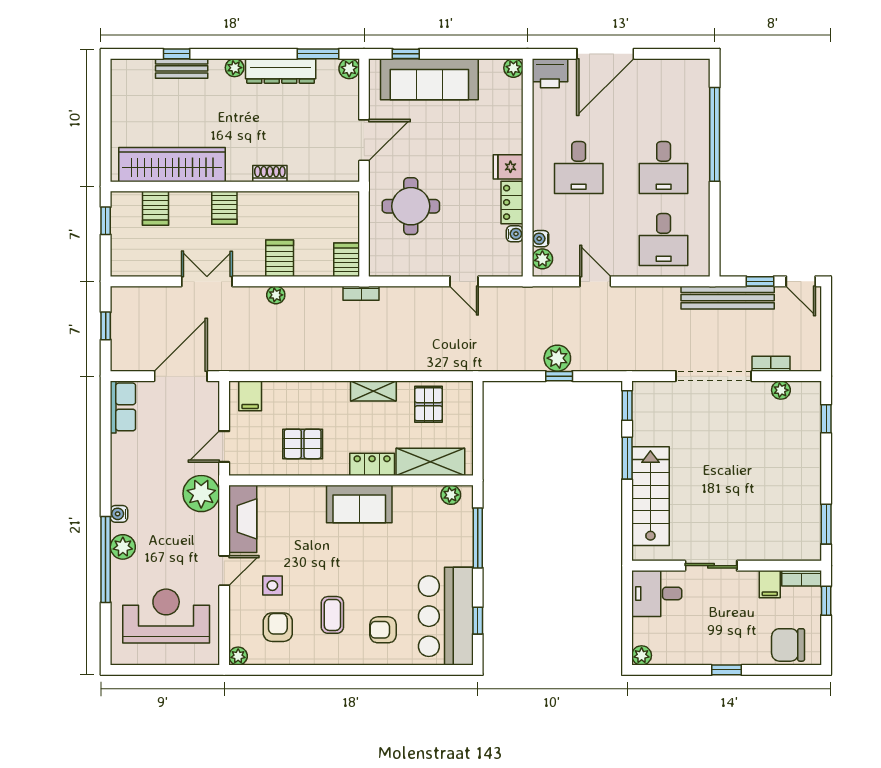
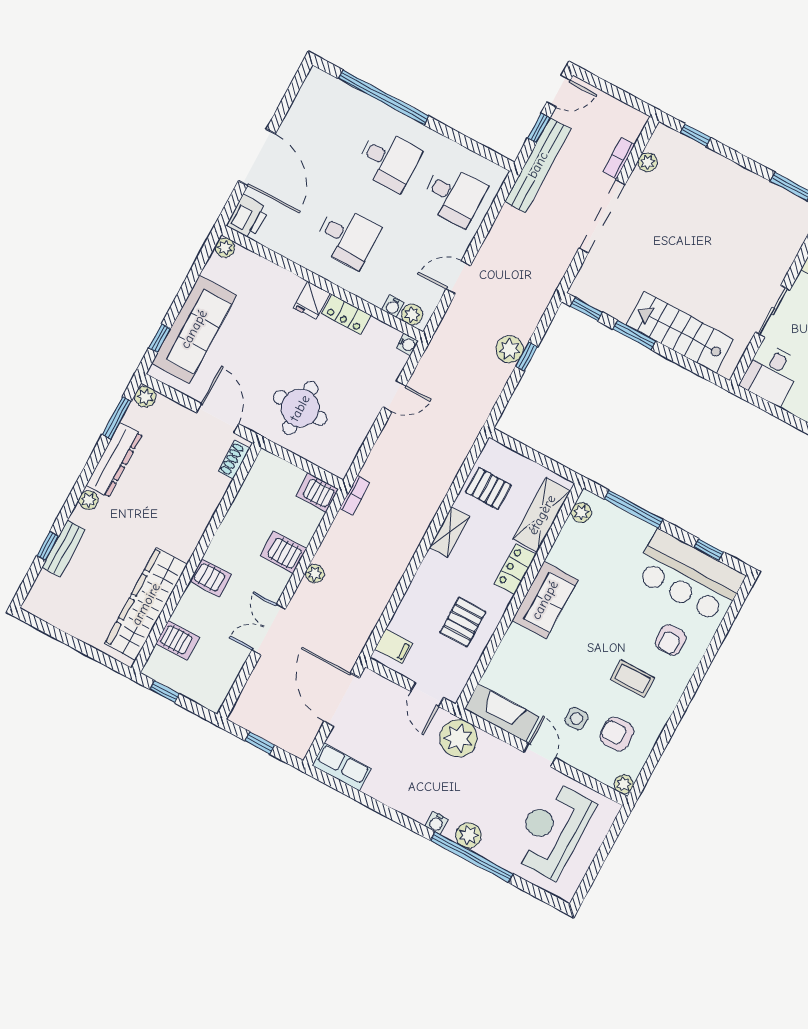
shoe rack: (270, 174) -> (234, 460), moved
water cooler: (515, 234) -> (407, 344), moved, turned 90

